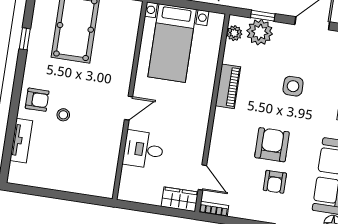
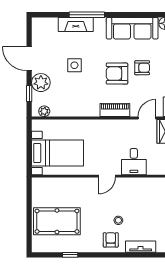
plant: (260, 32) -> (41, 83), moved
piano: (228, 86) -> (115, 110), moved
door: (129, 108) -> (107, 176), swing flipped

